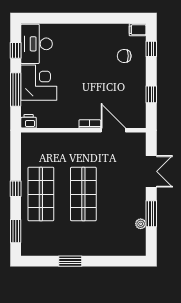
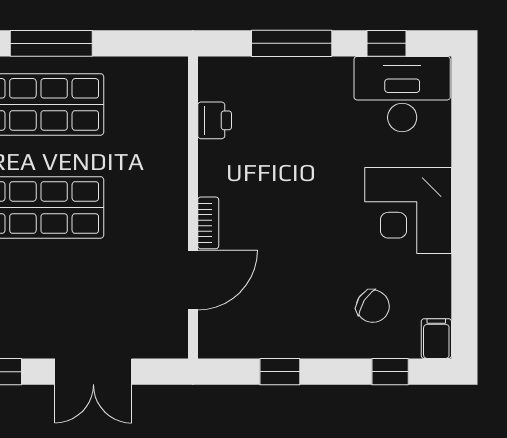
chair: (124, 56) -> (373, 306), turned 123
corner desk: (39, 83) -> (408, 211), moved, turned 90
printer: (29, 121) -> (215, 120), moved
window: (16, 189) -> (51, 43), width x2.17

